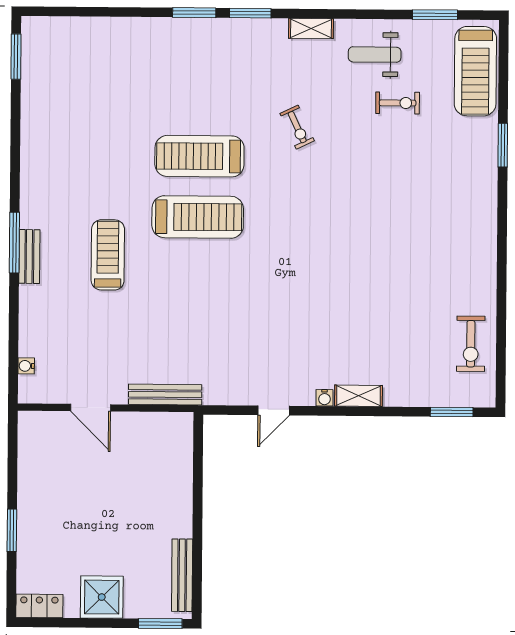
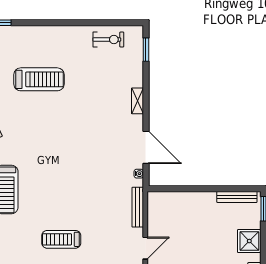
treadmill: (198, 217) -> (39, 79), moved, turned 90
water cooler: (324, 398) -> (139, 174), moved
door: (274, 410) -> (146, 147), width x1.87

